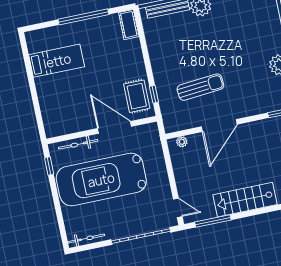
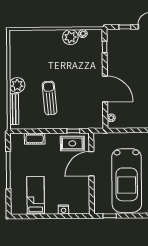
cot: (129, 25) -> (35, 139), moved
sun lounger: (200, 87) -> (50, 98), moved
nightstand: (45, 102) -> (63, 210), added
bicycle: (78, 144) -> (98, 192), removed

